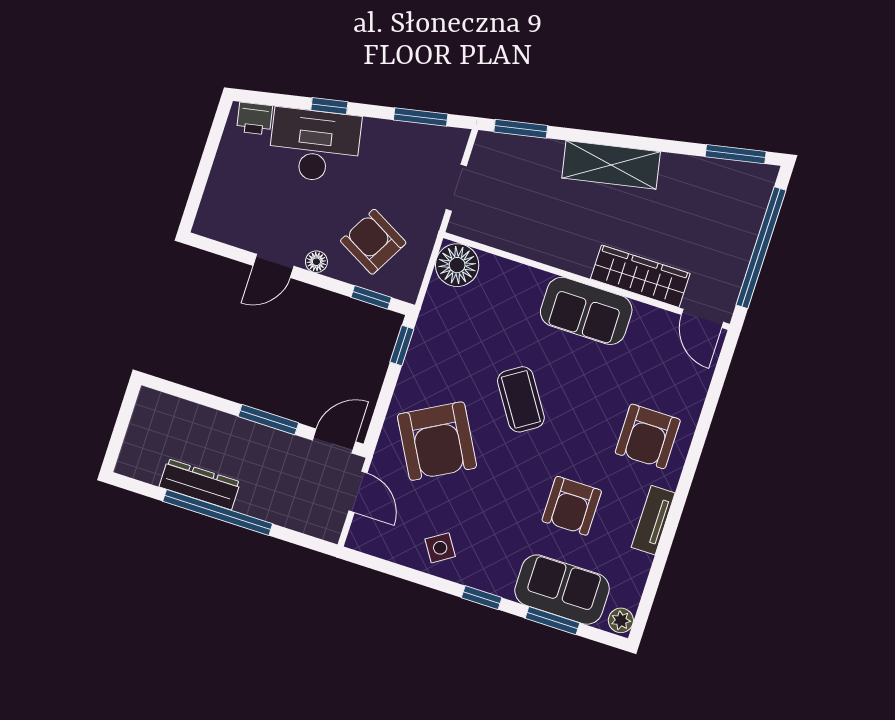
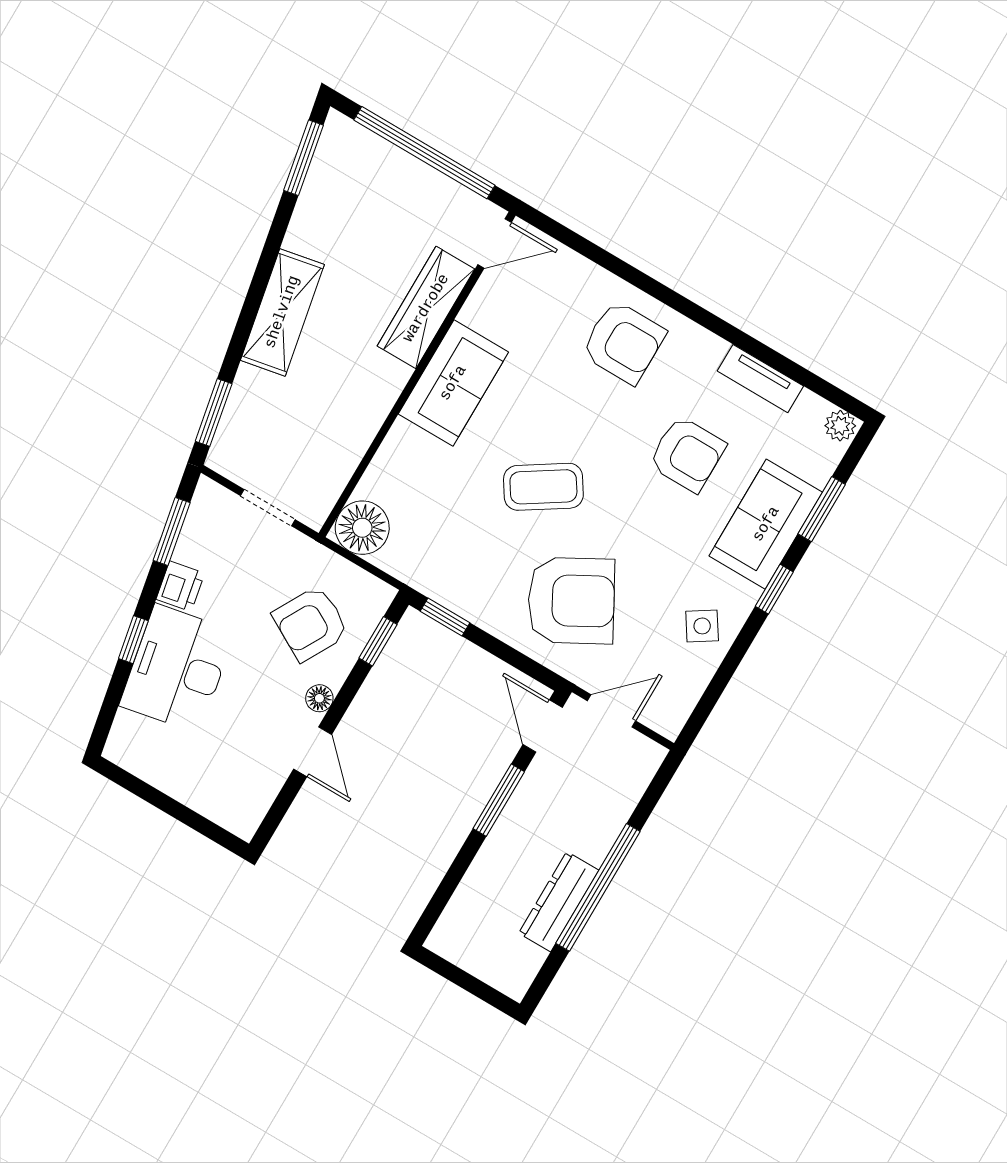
printer: (255, 119) -> (180, 586), moved
tv unit: (653, 520) -> (760, 379), moved
sofa: (562, 590) -> (766, 524), moved

